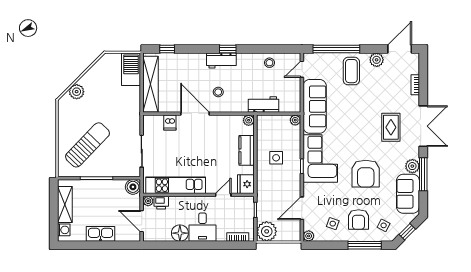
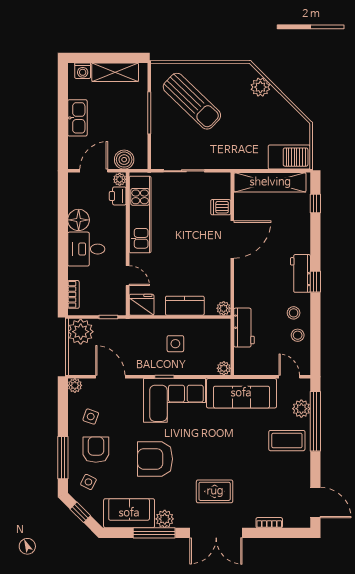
plant: (377, 60) -> (301, 409), moved
stool: (218, 92) -> (294, 313), moved
boiler: (133, 187) -> (124, 160), moved
armchair: (358, 220) -> (96, 450), turned 90

